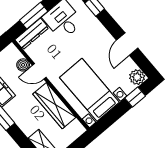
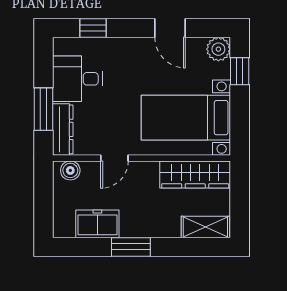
boiler: (23, 65) -> (70, 170), moved
wardrobe: (54, 106) -> (195, 174), moved

